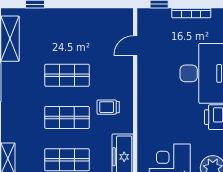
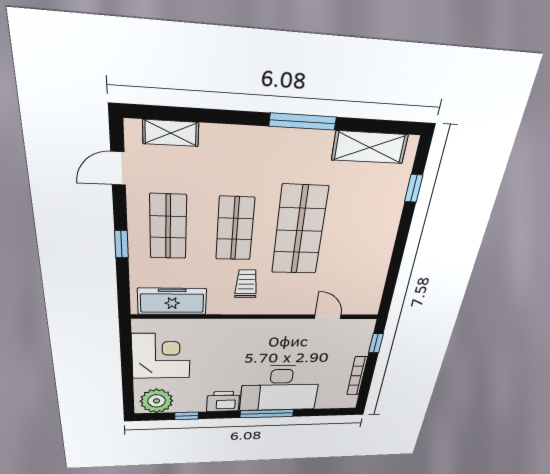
shop shelf: (67, 75) -> (300, 230), width x1.43, depth x1.36

